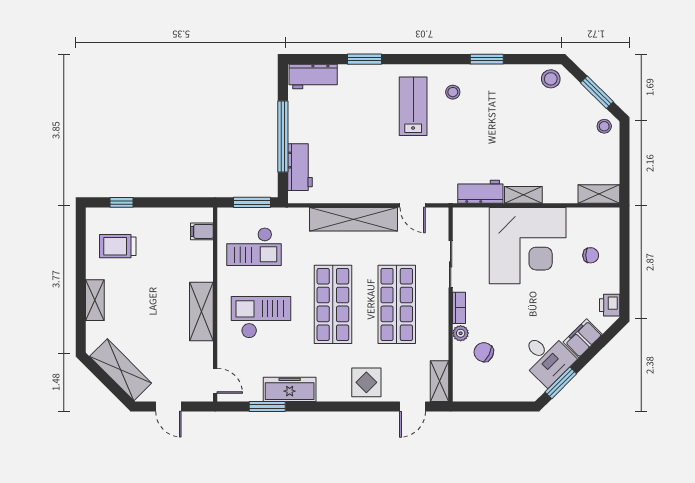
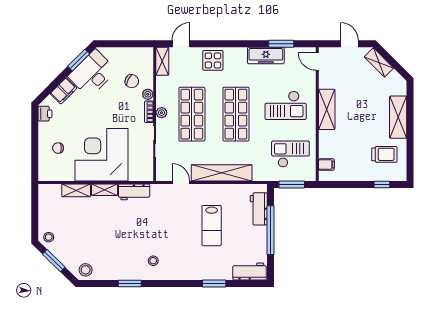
lab bench: (413, 106) -> (212, 226), moved
shelving: (599, 194) -> (76, 190), moved
shelving: (95, 300) -> (398, 117), width x1.50, depth x1.33
plant: (441, 307) -> (162, 113), added
desk: (547, 358) -> (92, 73), width x1.37
shelving: (121, 370) -> (379, 62), width x0.67, depth x0.75

